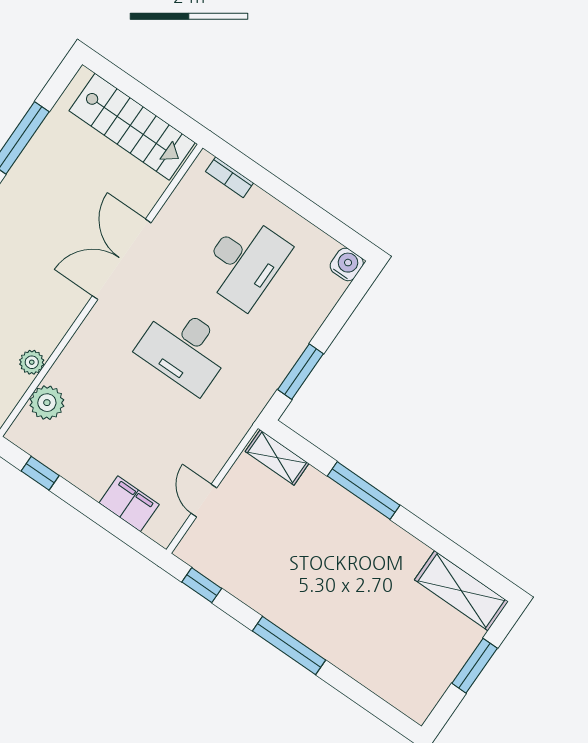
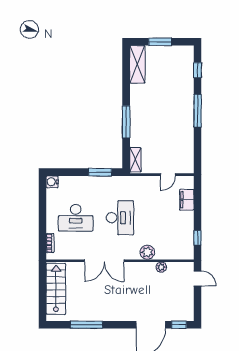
desk: (245, 262) -> (76, 218), turned 180
plant: (47, 403) -> (147, 252), moved
window: (202, 585) -> (197, 70), moved

